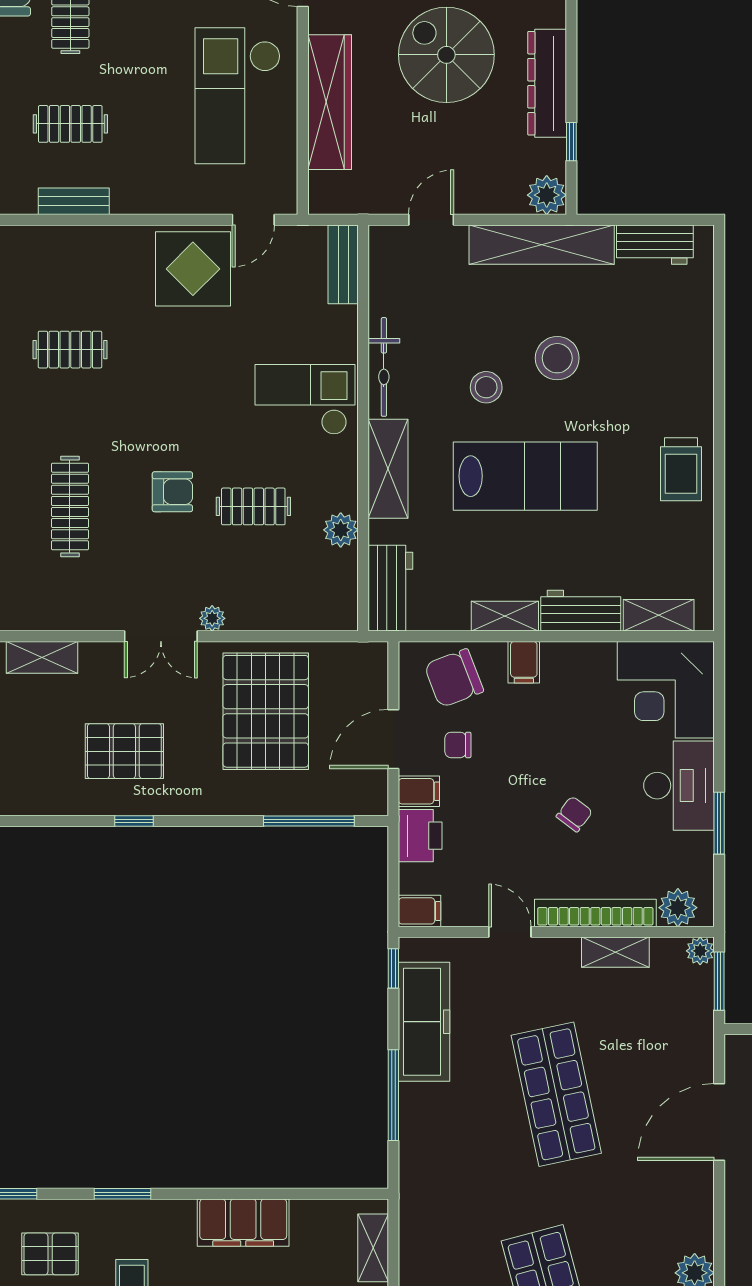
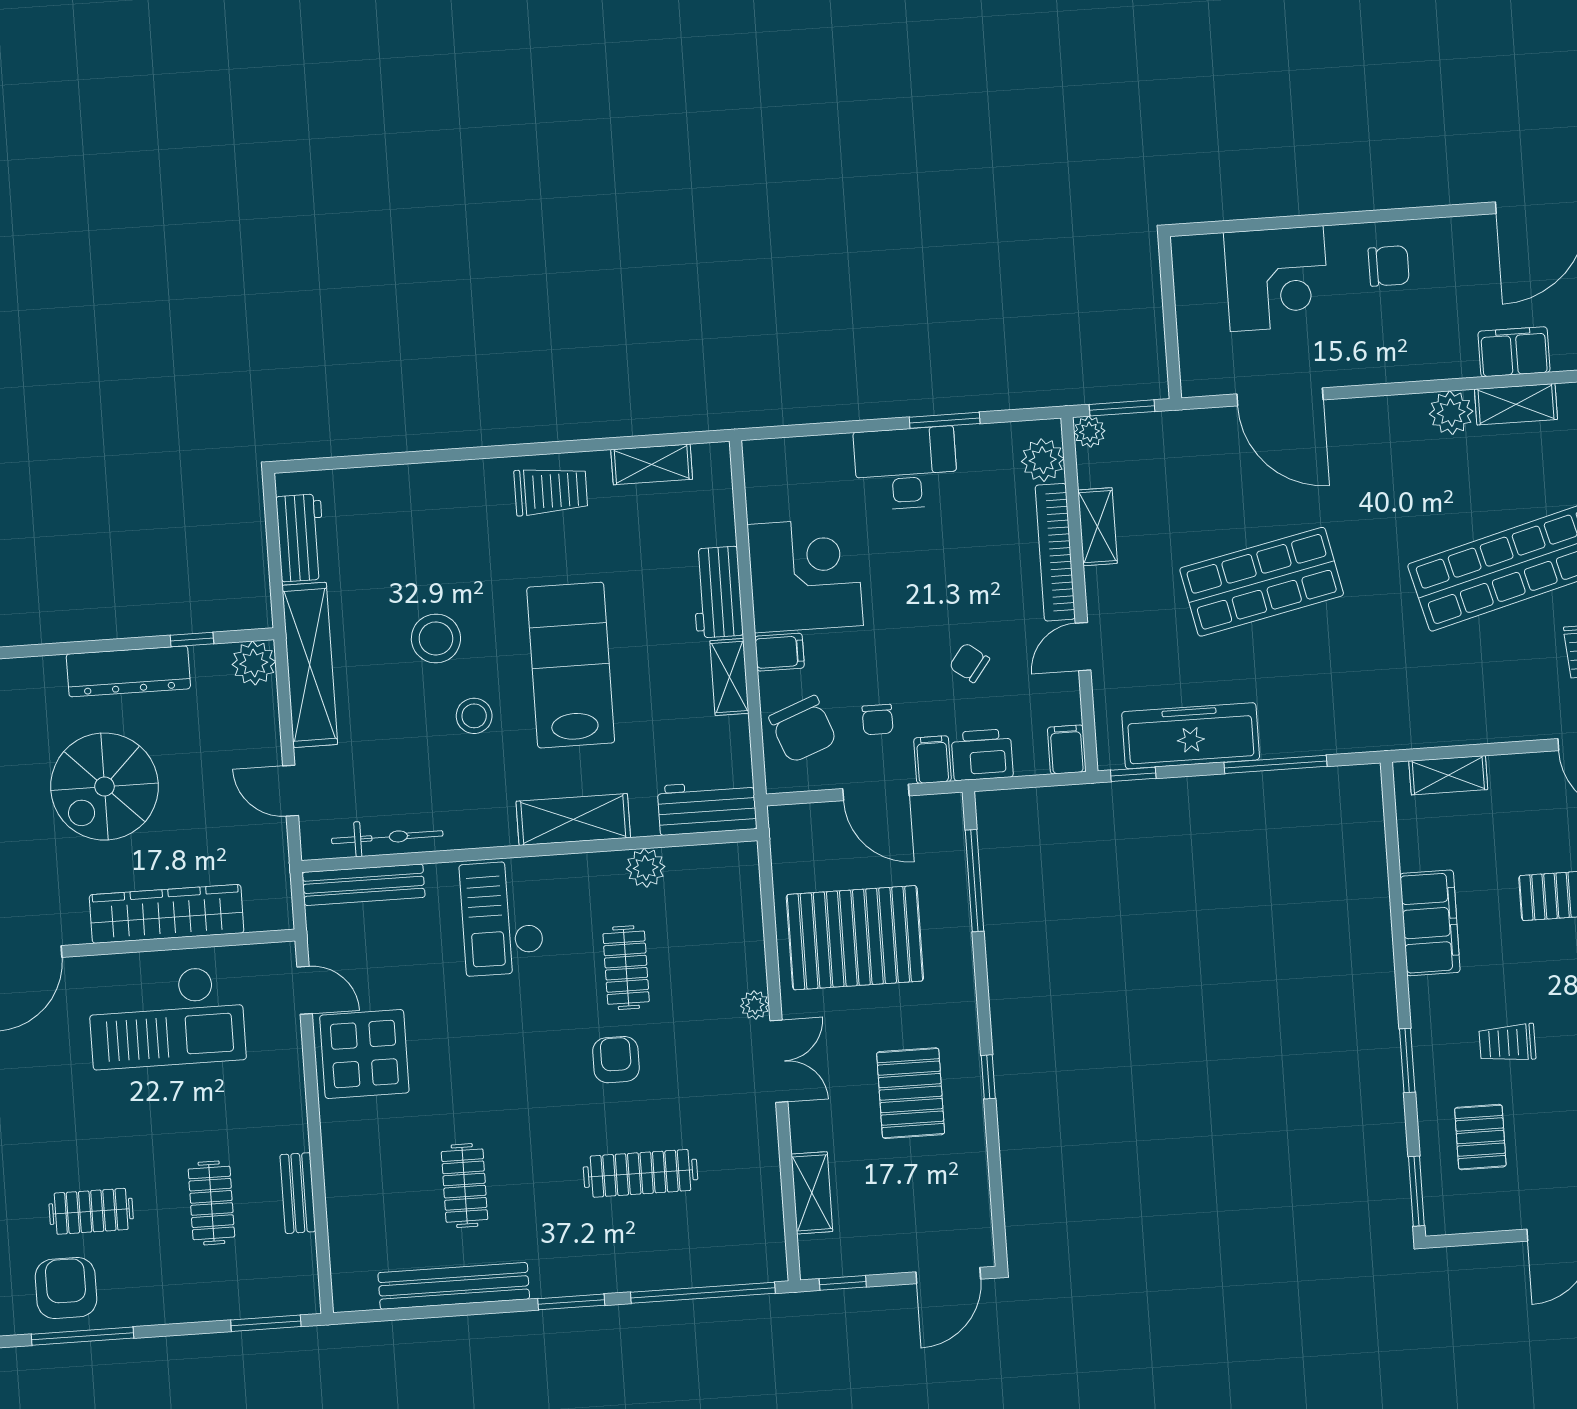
bench: (343, 264) -> (364, 885), width x1.36
bicycle: (384, 367) -> (387, 837), moved
shelving: (659, 615) -> (652, 464), moved, turned 90
corner desk: (666, 690) -> (805, 575), moved, turned -90
chair: (574, 814) -> (969, 663), moved

